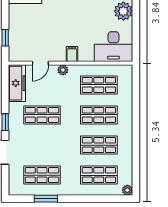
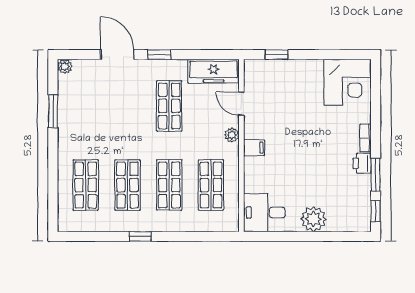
desk: (113, 47) -> (264, 213), width x0.73
window: (136, 136) -> (140, 236), added
shop shelf: (42, 175) -> (86, 106), removed
plant: (127, 190) -> (65, 66), moved

